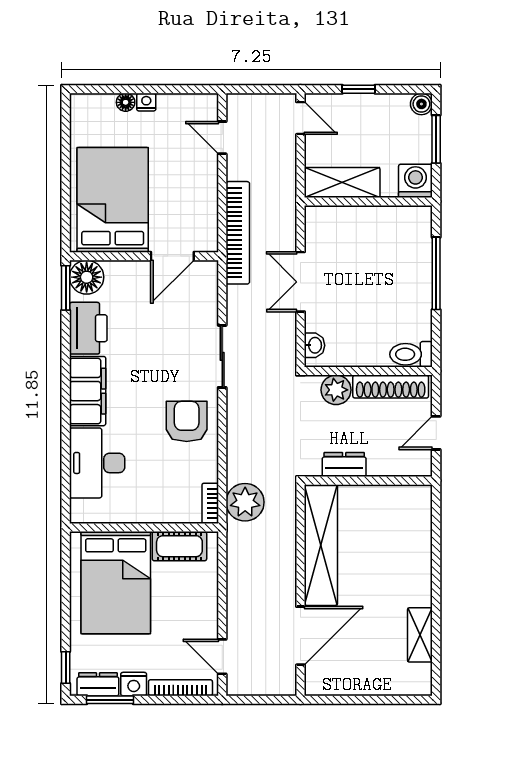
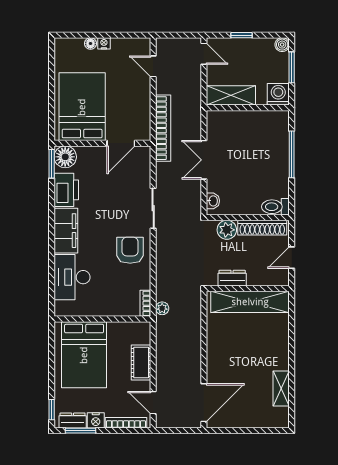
plant: (245, 502) -> (162, 308), width x0.53, depth x0.53
shelving: (321, 545) -> (250, 302), moved, turned 90
cot: (179, 546) -> (141, 362), moved, turned 90
door: (300, 636) -> (204, 403), moved

